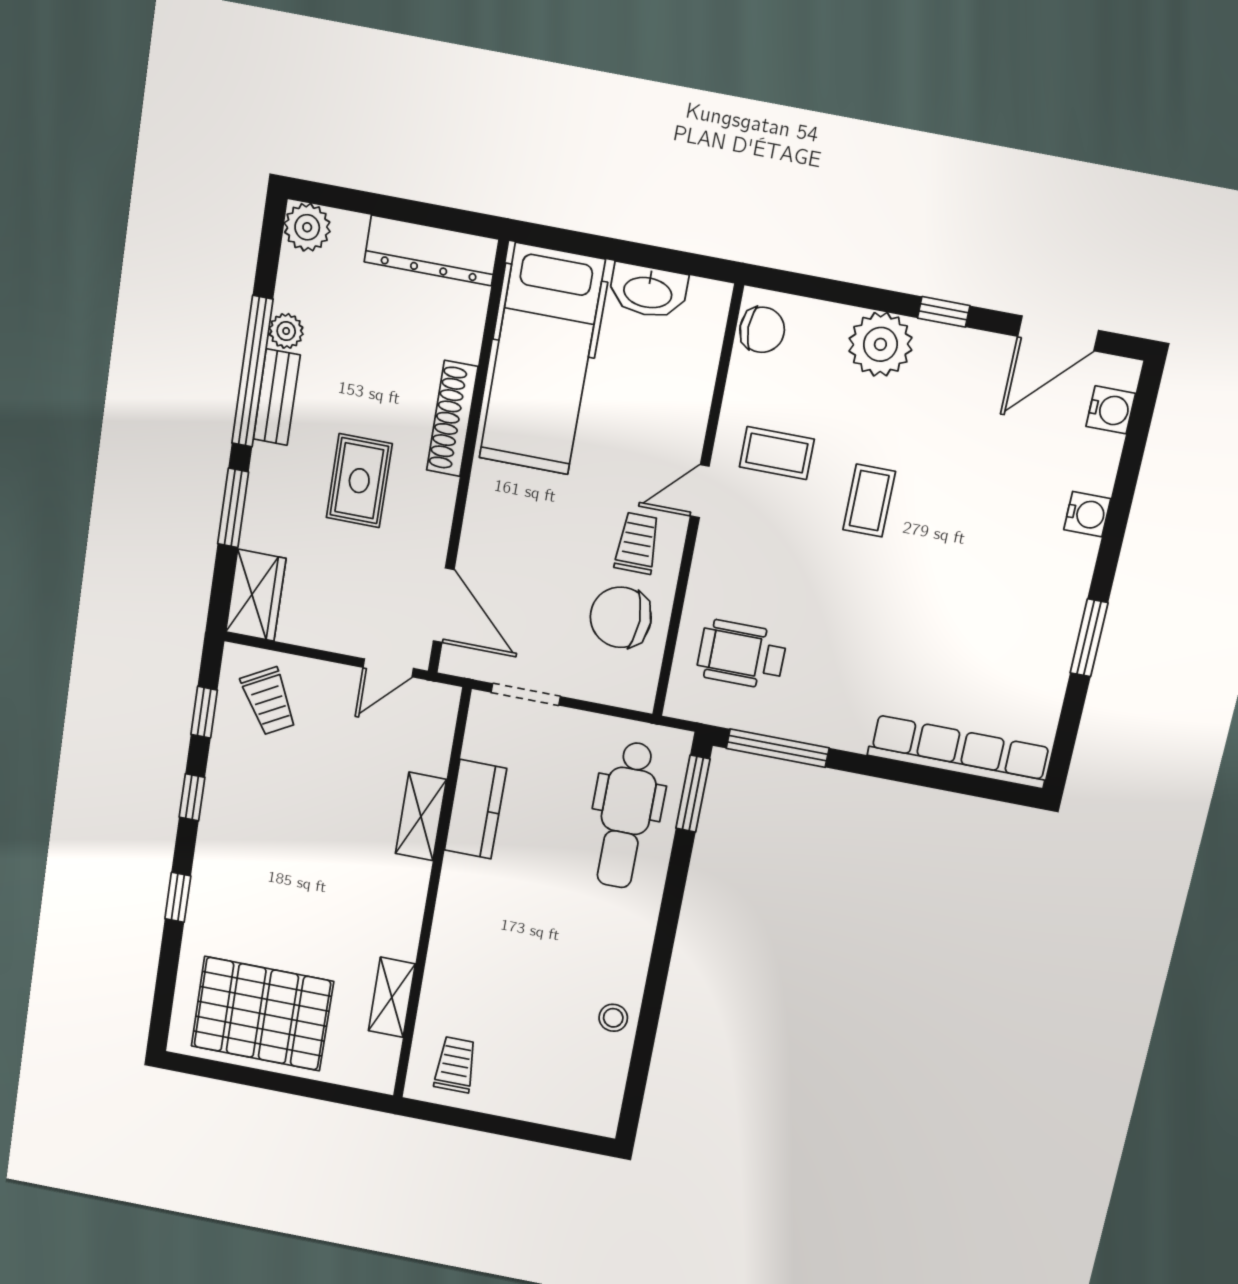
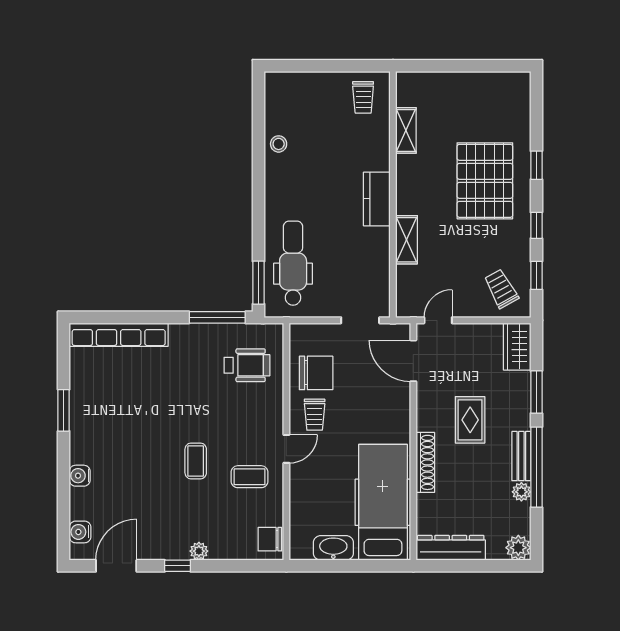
plant: (880, 344) -> (199, 551), width x0.53, depth x0.53
kitchen counter: (476, 809) -> (377, 199), moved
pallet: (262, 1014) -> (485, 181), moved, turned 90

